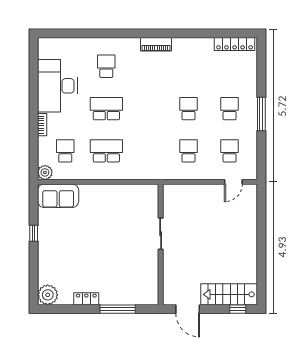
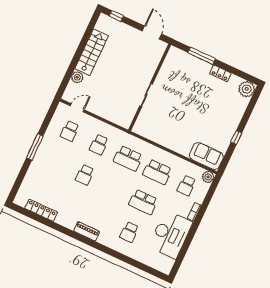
locker: (235, 44) -> (41, 210), moved
school desk: (230, 109) -> (128, 158), moved, width x1.85
plant: (250, 217) -> (77, 77), added
stairs: (229, 294) -> (92, 52), moved, turned -90

